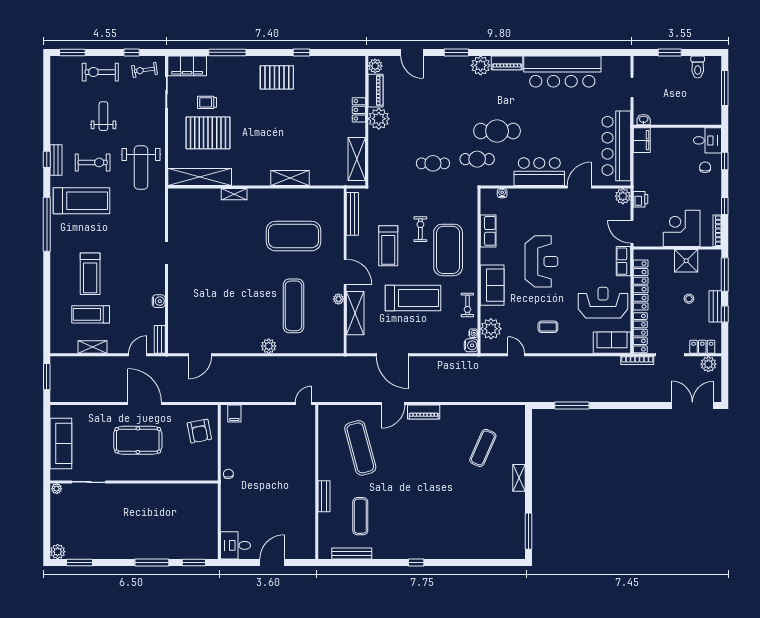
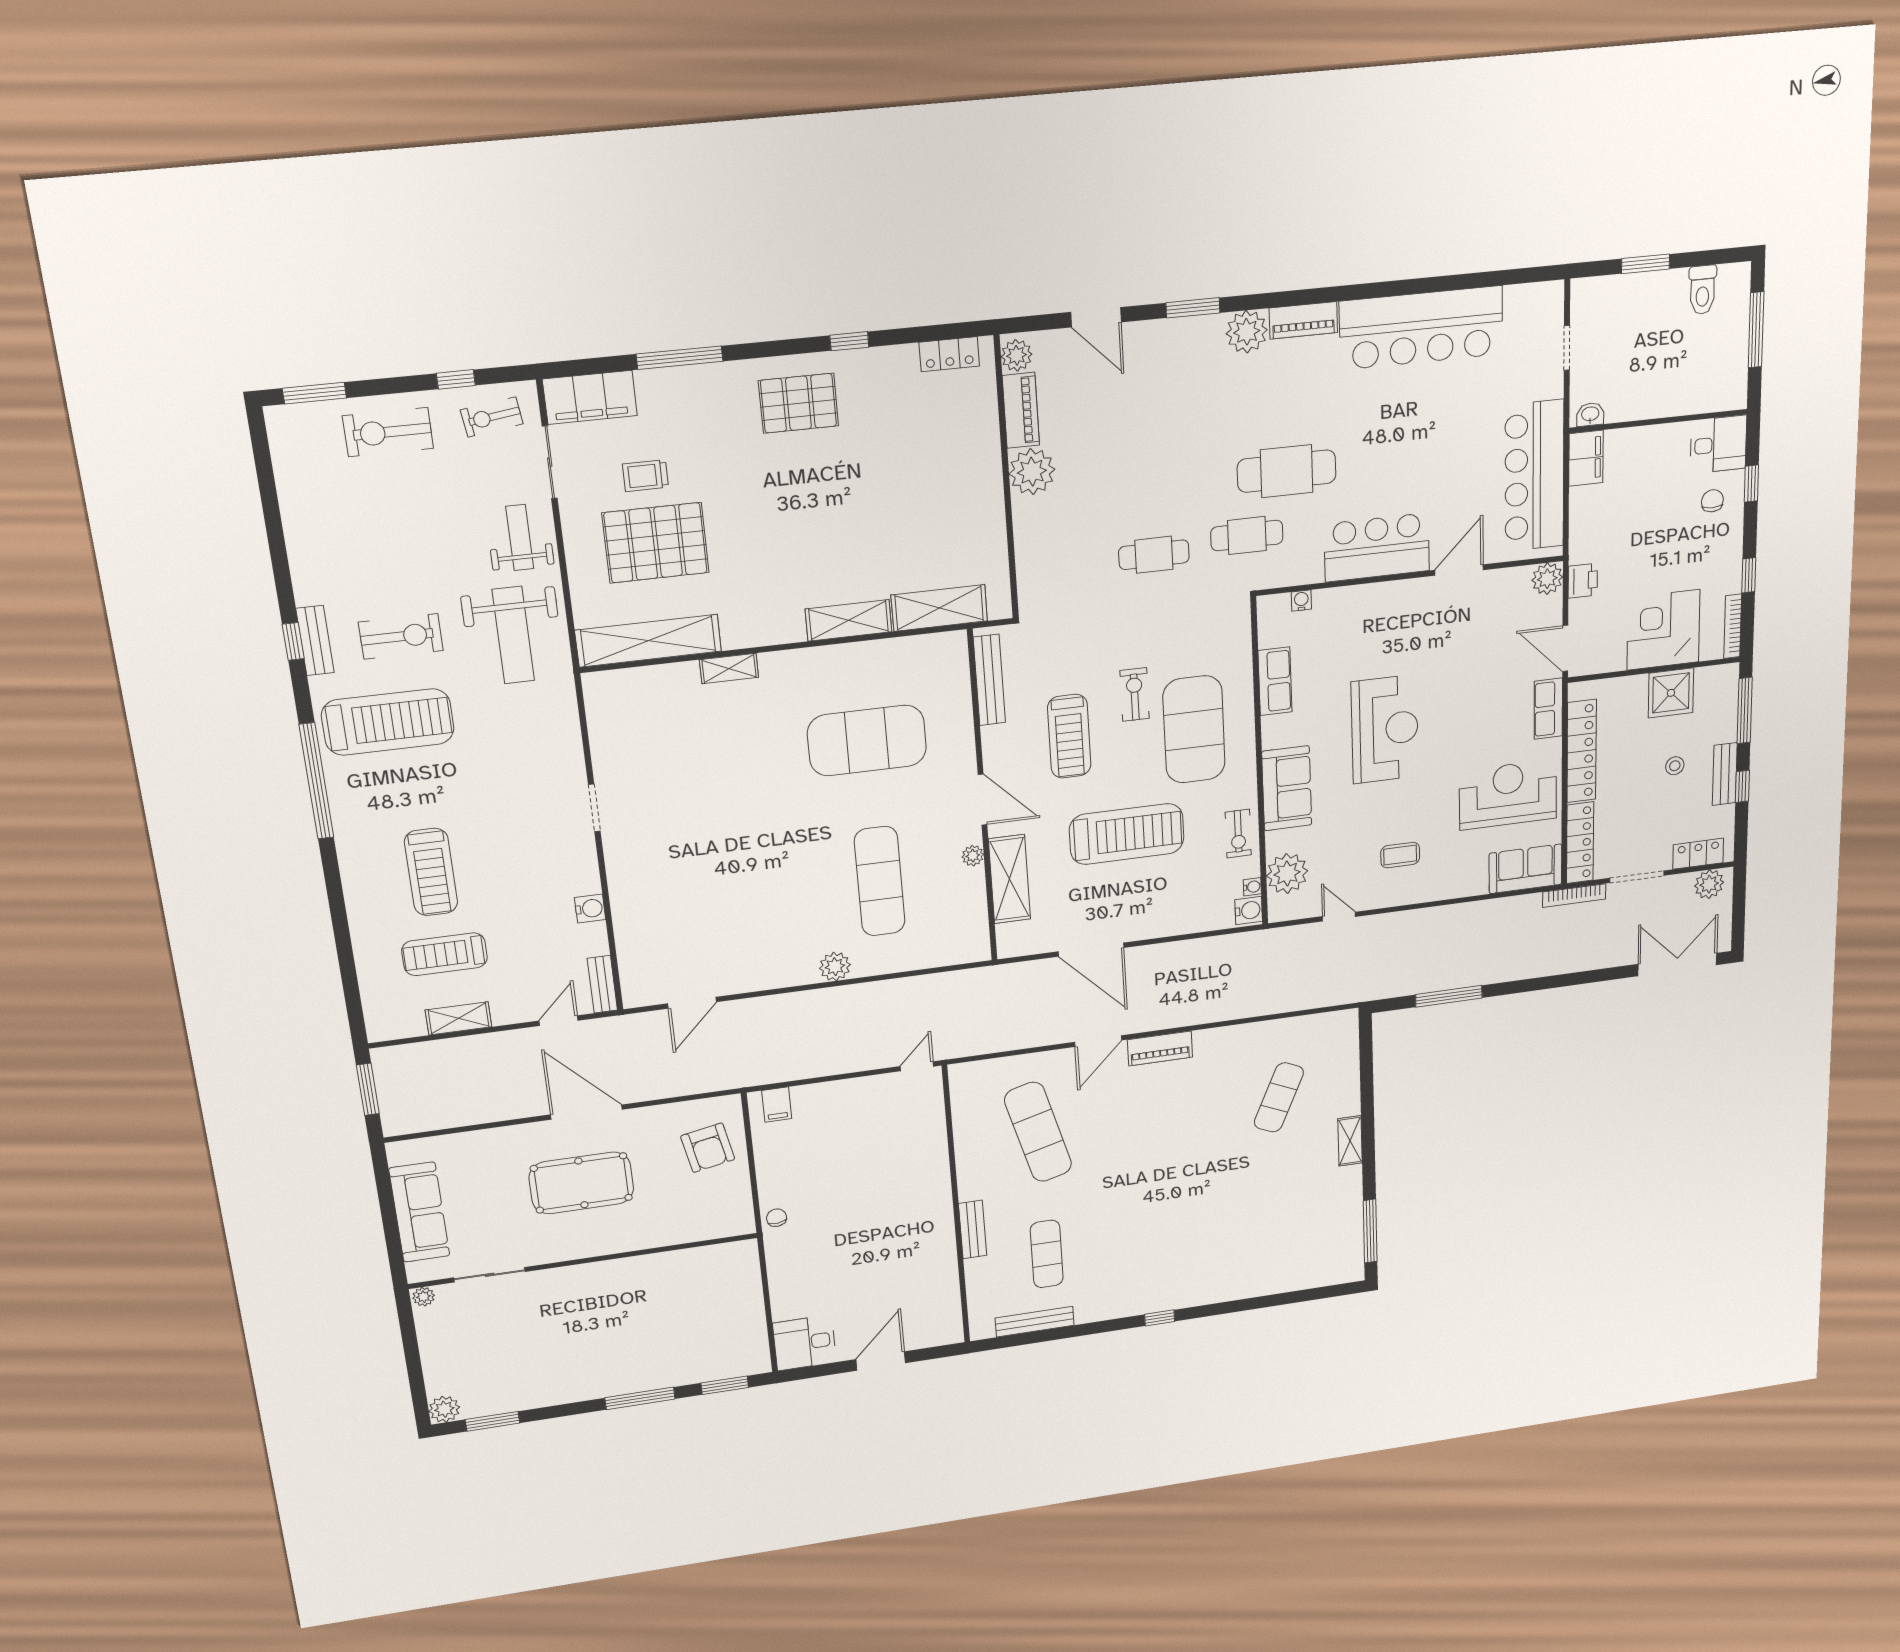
locker: (359, 110) -> (949, 354), moved, turned -90
weight bench: (103, 116) -> (520, 538), moved
shelving: (357, 159) -> (939, 608), moved, turned 90

